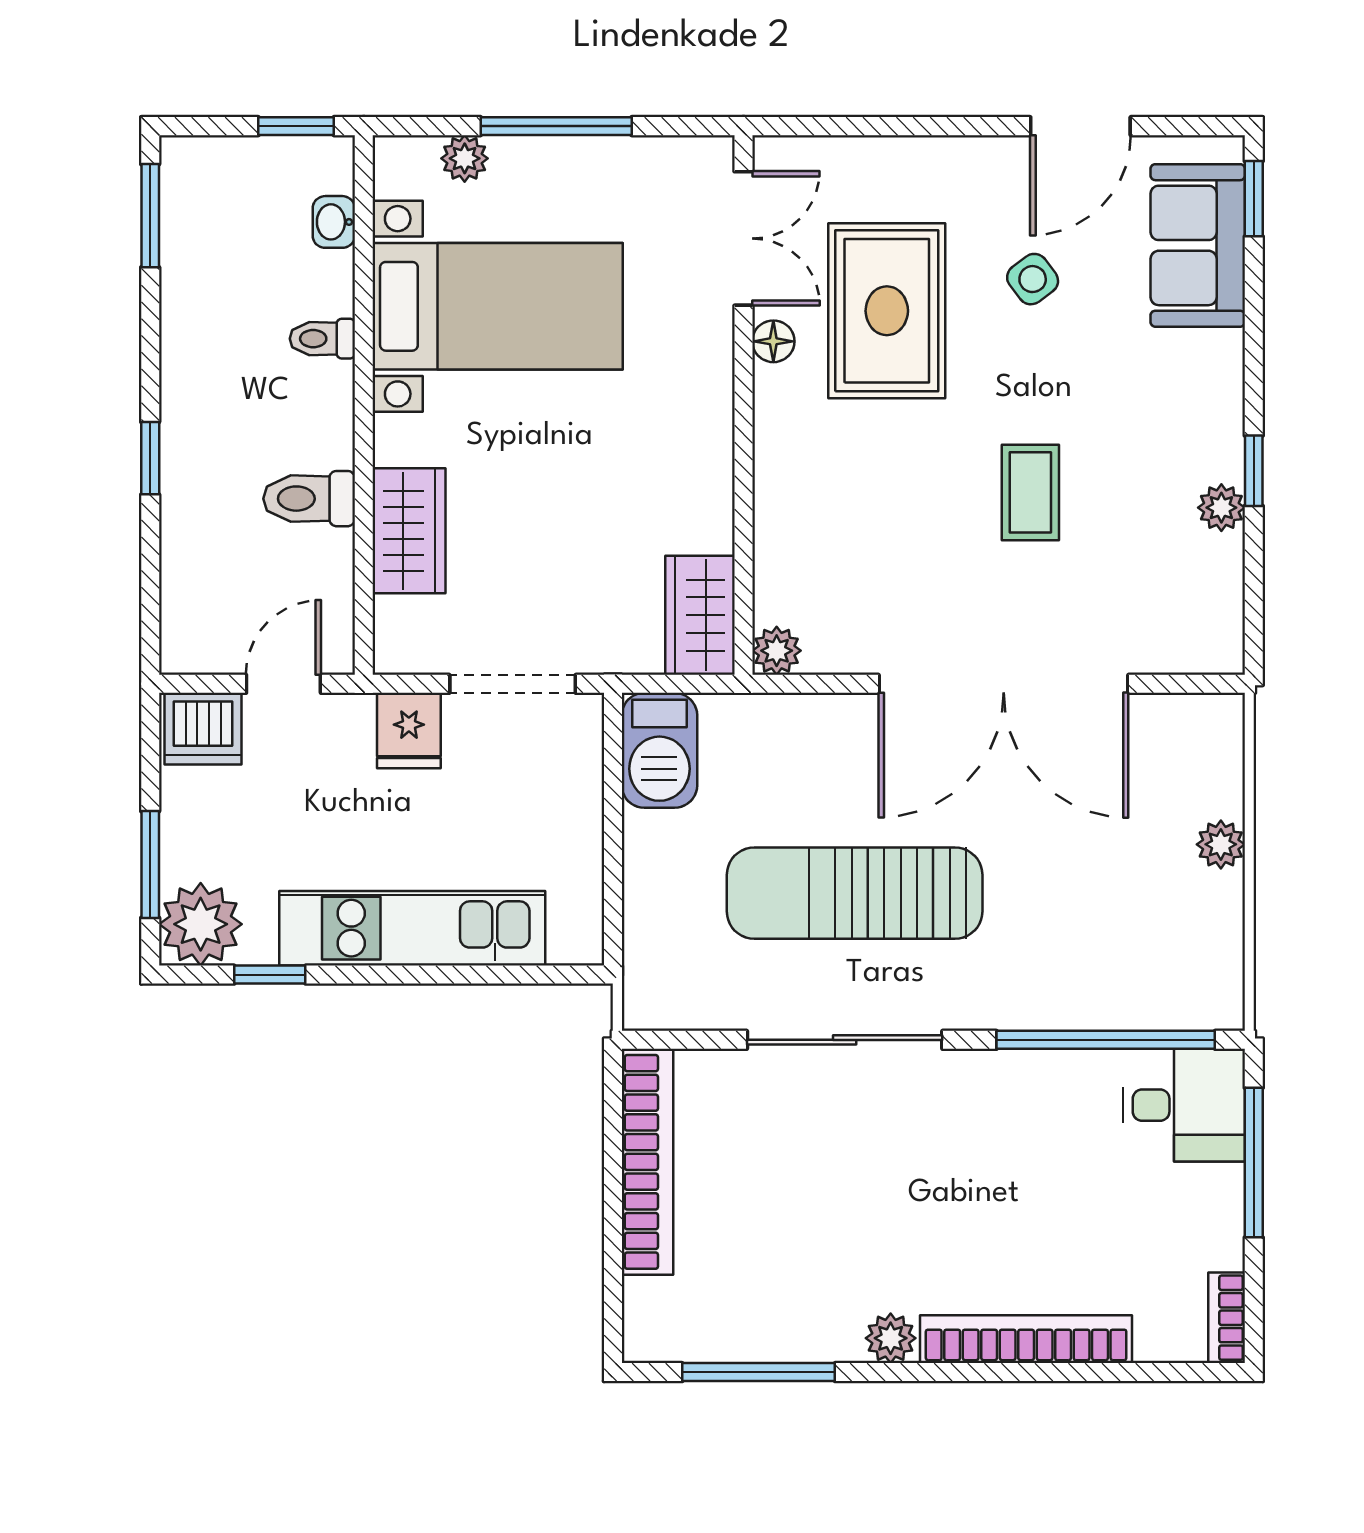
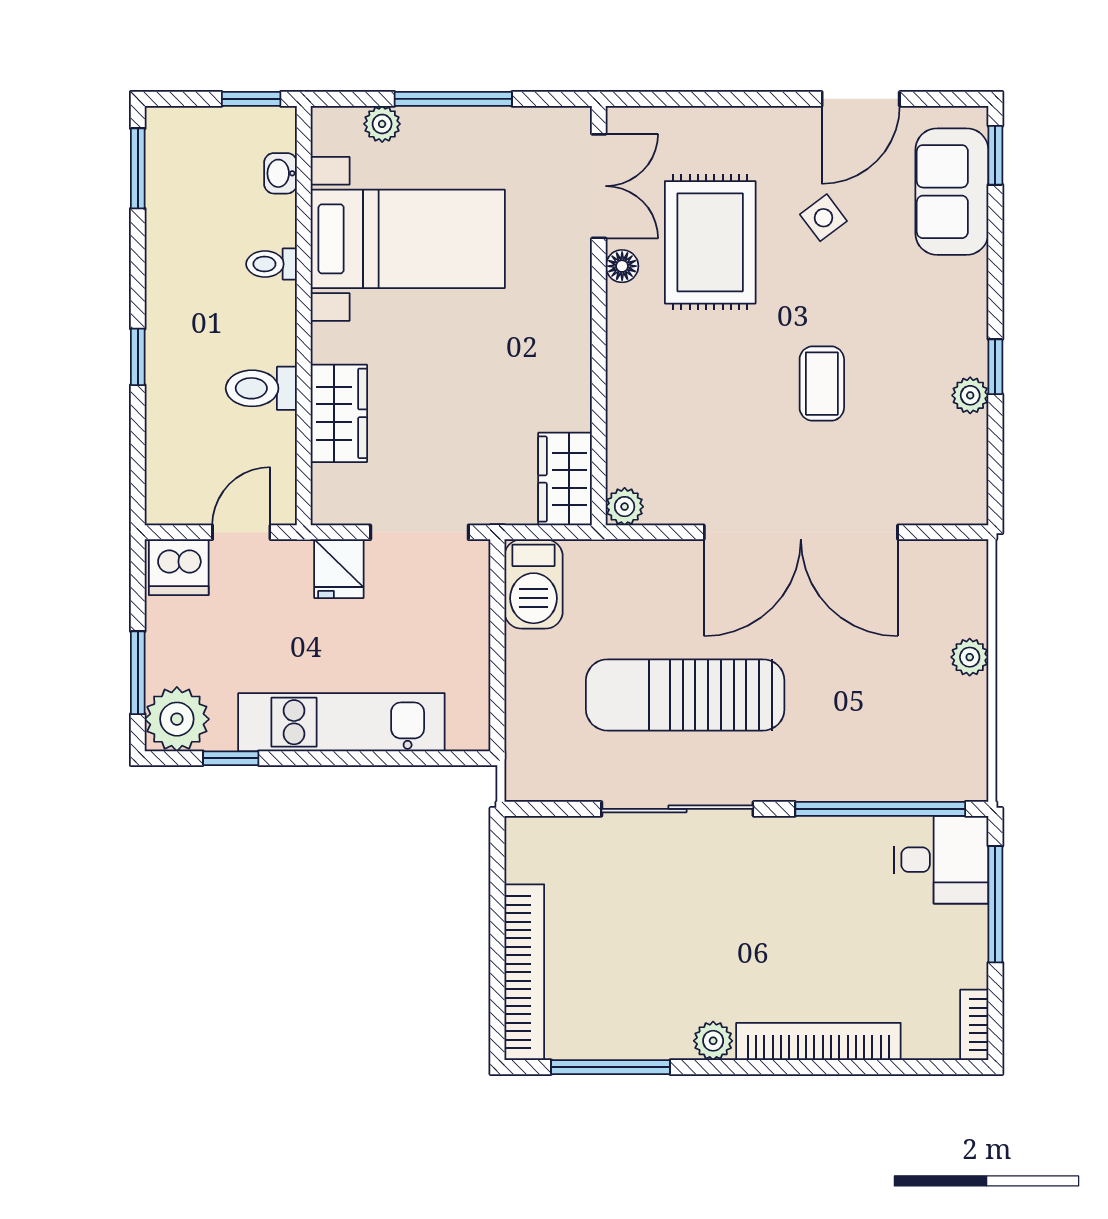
bookcase: (648, 1162) -> (524, 972), moved

